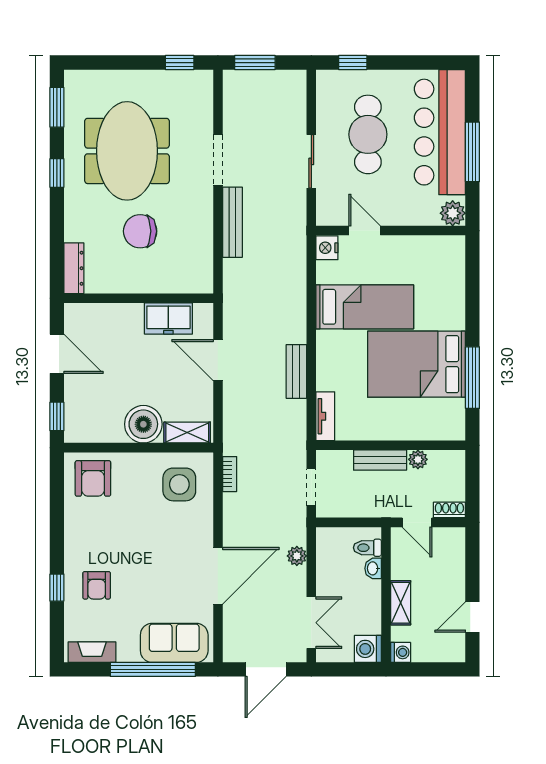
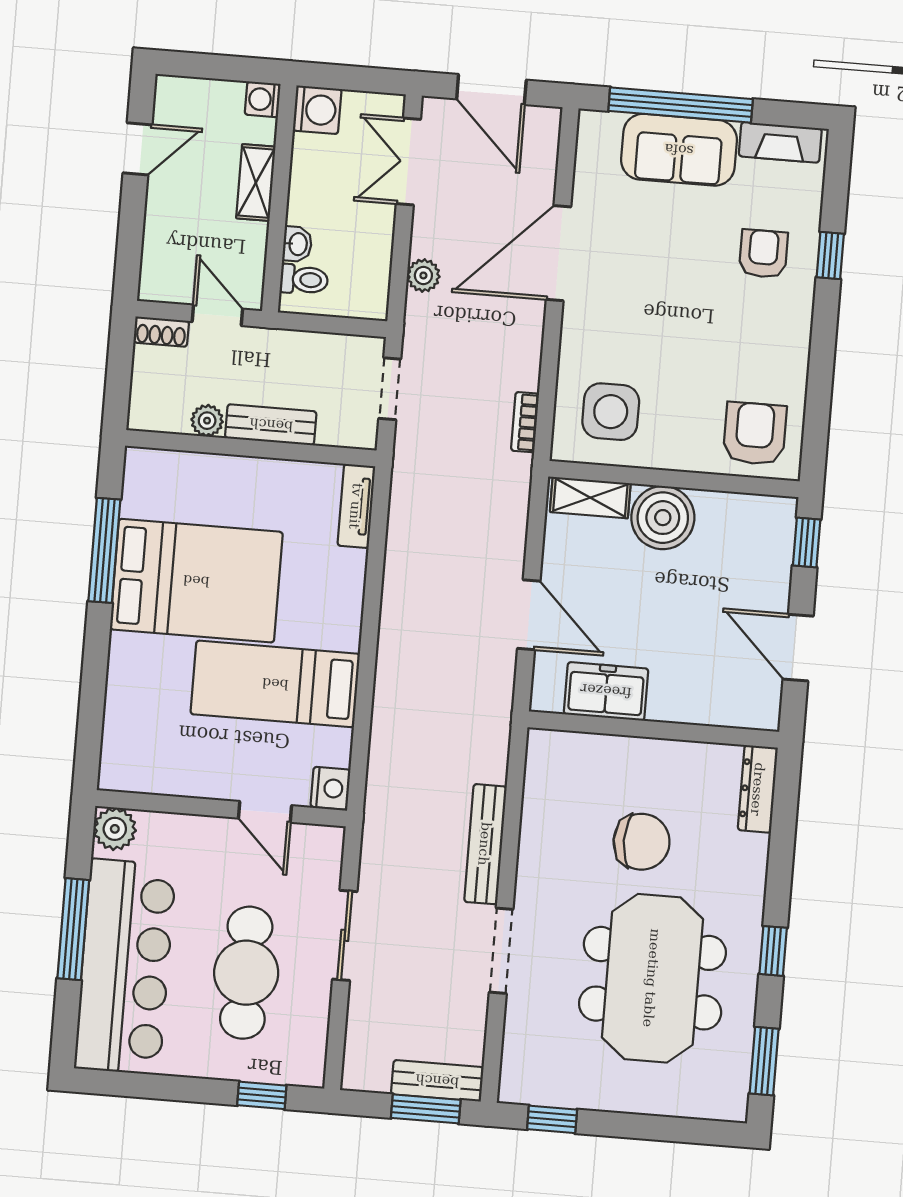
bench: (296, 371) -> (437, 1081), moved, turned 90
sofa: (174, 643) -> (679, 150), moved
door: (266, 669) -> (491, 89), swing flipped

